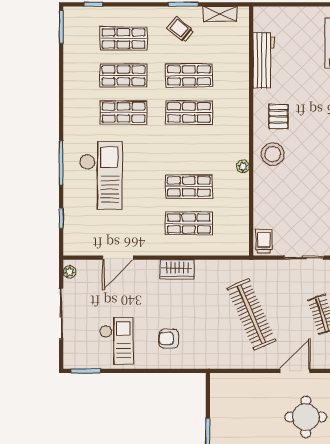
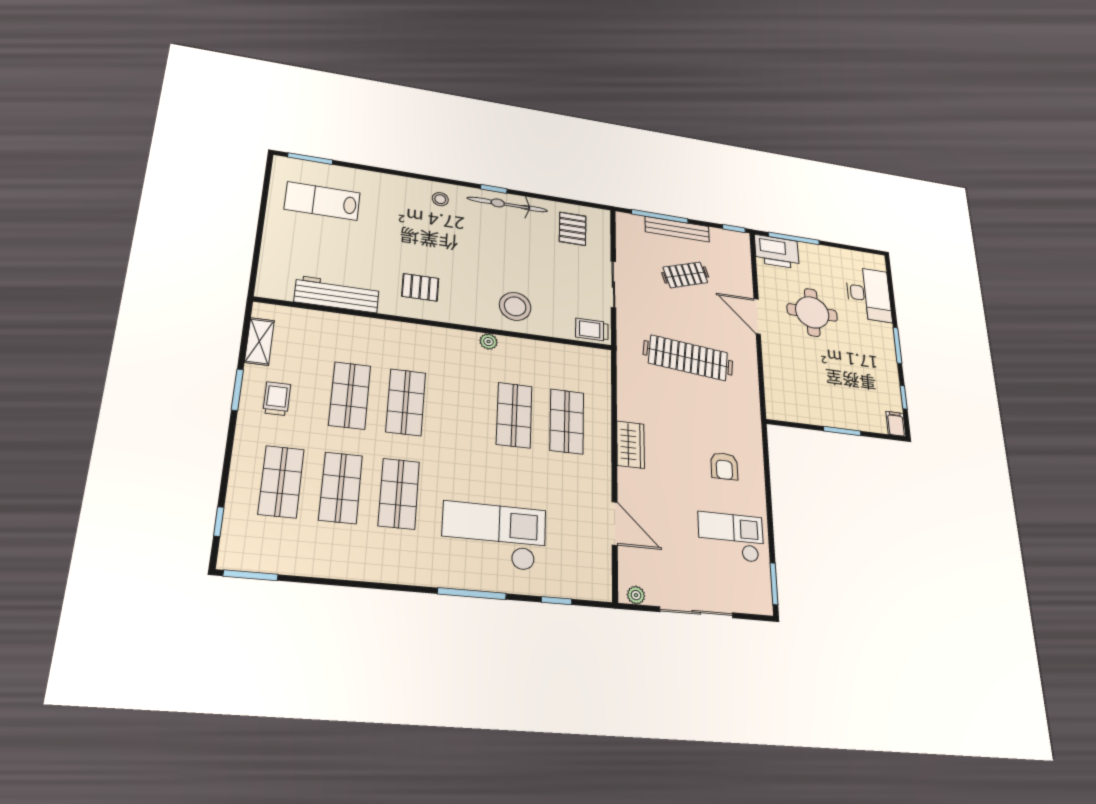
trolley: (180, 29) -> (277, 399), turned 141
stool: (273, 154) -> (515, 306), moved
clothes rail: (251, 314) -> (688, 358), turned 30

